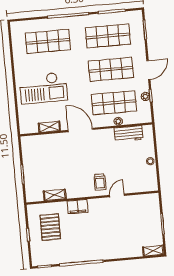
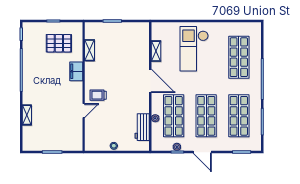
door: (80, 130) -> (150, 81), hinge flipped
door: (117, 195) -> (84, 111), hinge flipped
shelving: (153, 251) -> (27, 115), moved

